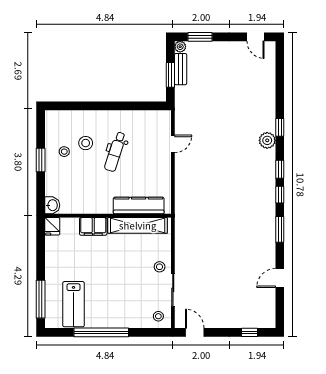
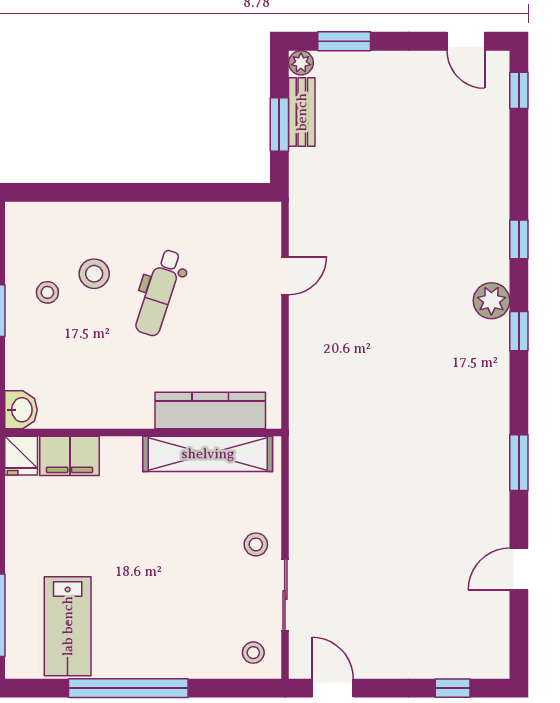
plant: (267, 140) -> (491, 301), moved
window: (280, 195) -> (519, 90), moved
filing cabinet: (93, 226) -> (70, 456), moved

